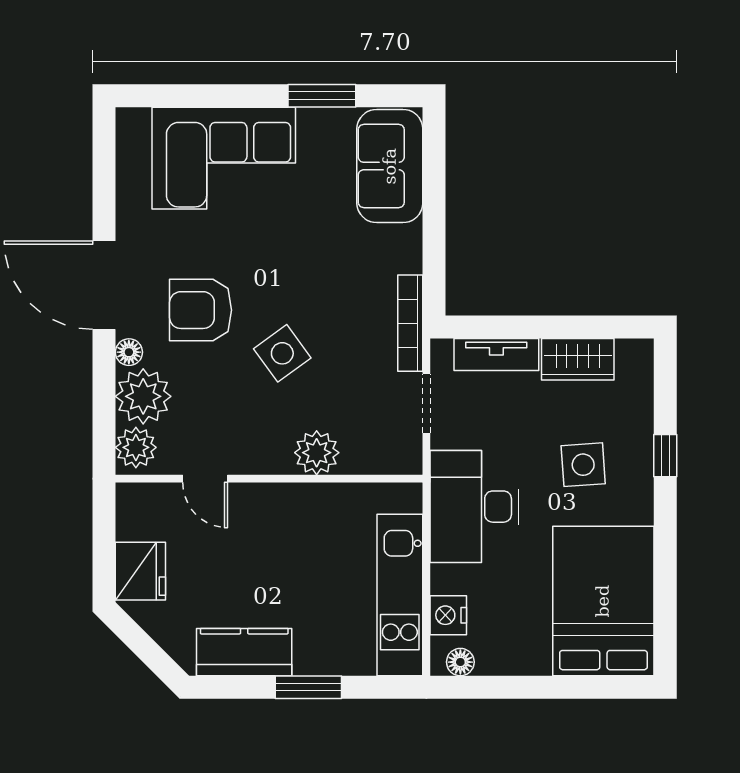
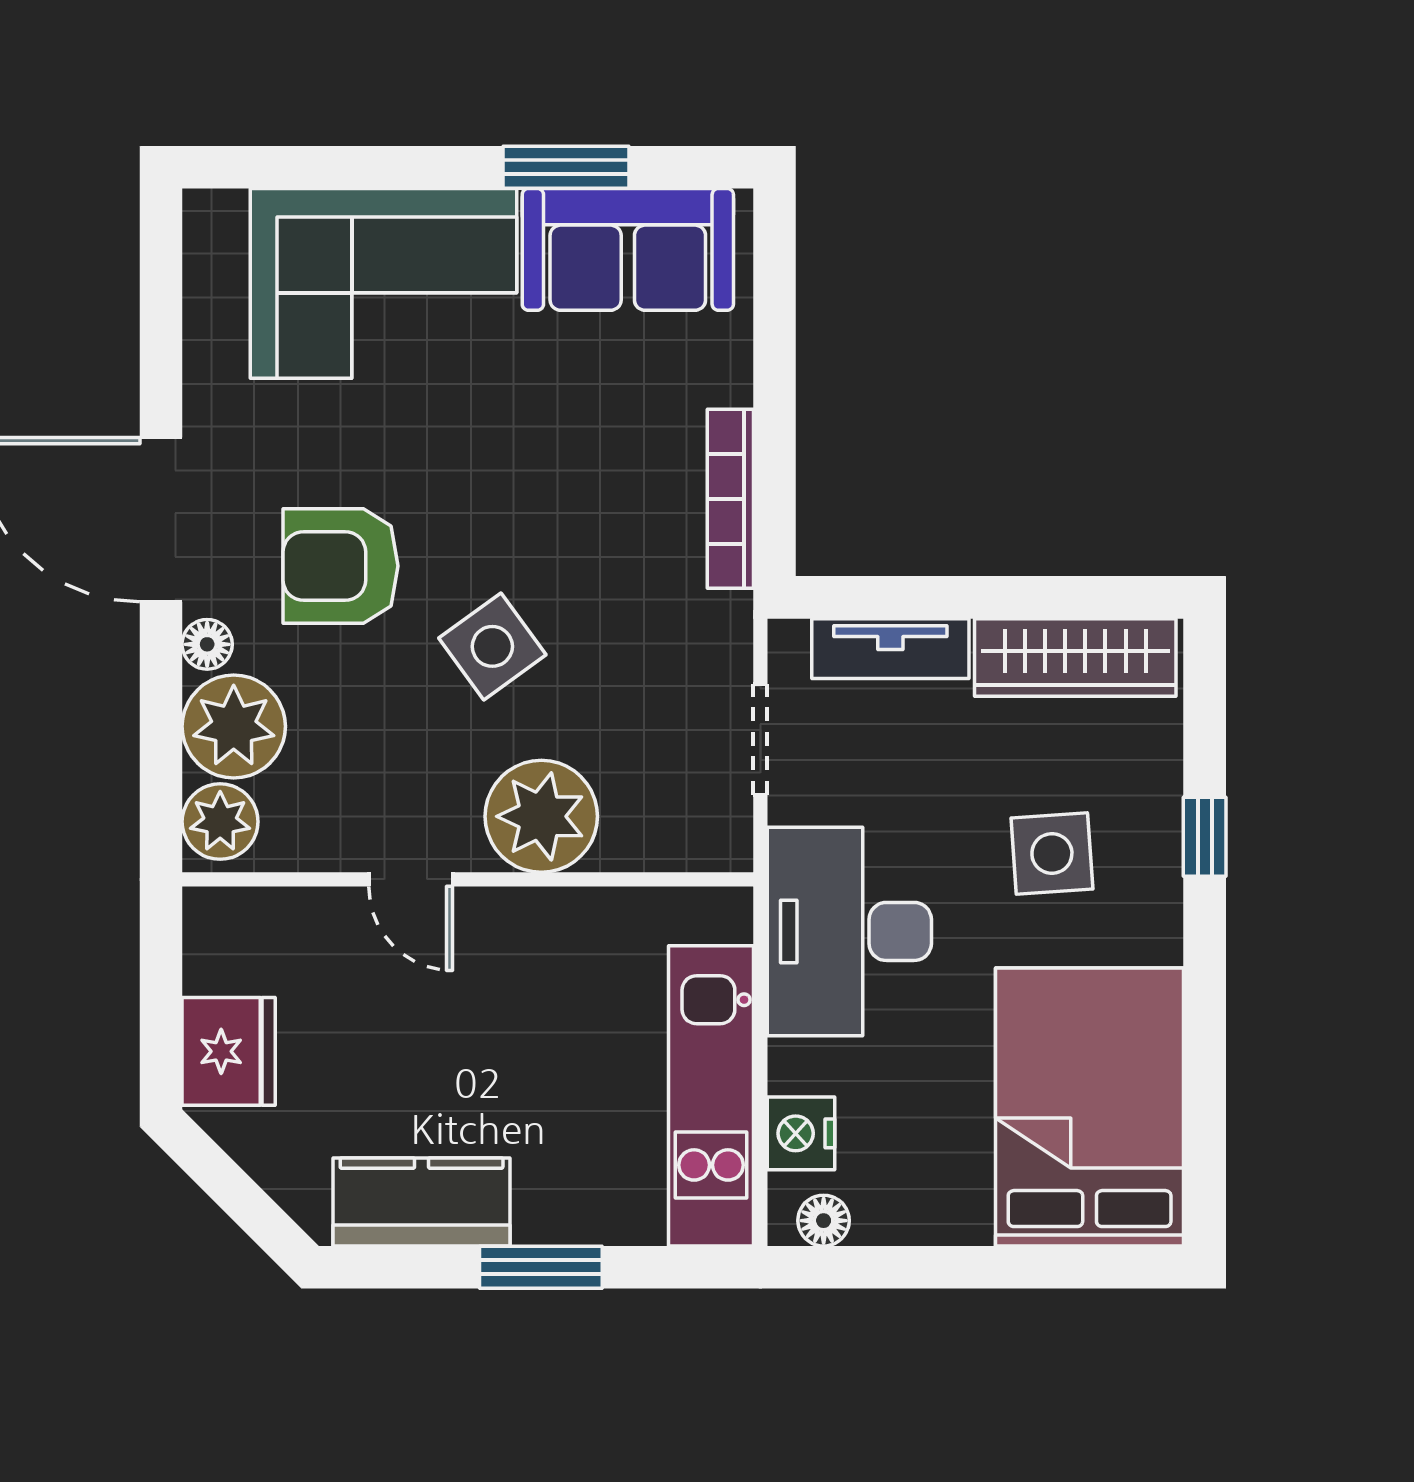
sofa: (390, 166) -> (628, 249), moved, turned -90
bookcase: (410, 323) -> (730, 499), moved
wardrobe: (578, 359) -> (1075, 657), width x1.50
plant: (317, 453) -> (541, 816), width x1.36, depth x1.36
door: (205, 479) -> (411, 879), moved

